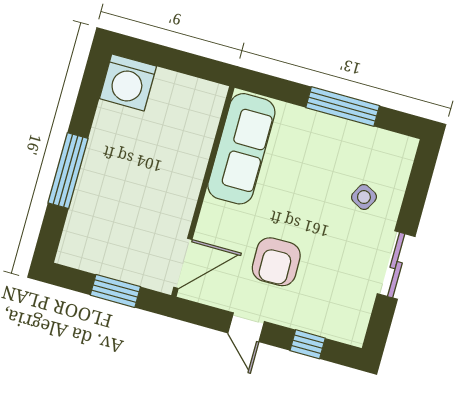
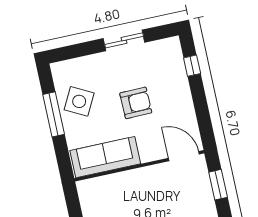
side table: (364, 197) -> (79, 101), moved, width x1.87, depth x1.87
armchair: (276, 262) -> (136, 103), moved
door: (246, 327) -> (200, 104), removed

